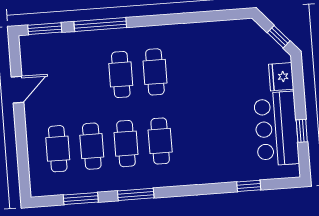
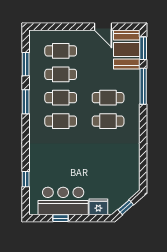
booth: (48, 53) -> (127, 50), added

